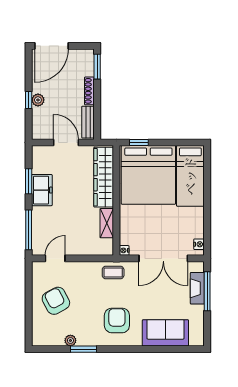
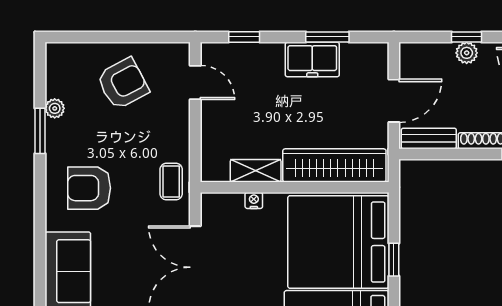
window: (139, 142) -> (394, 260), moved
window: (29, 230) -> (244, 37), width x0.46
nightstand: (124, 250) -> (254, 200), moved
armchair: (117, 320) -> (89, 188), turned 180

